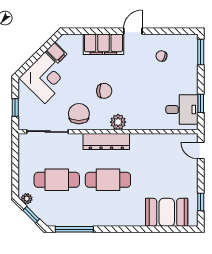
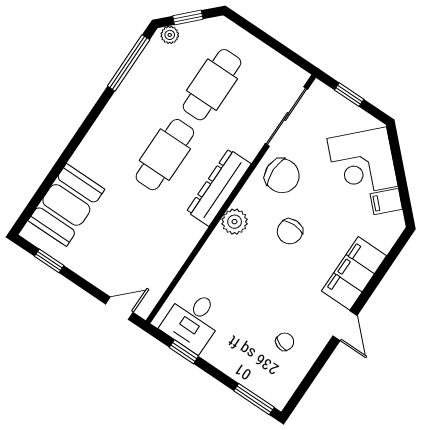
plant: (27, 199) -> (170, 35), moved

